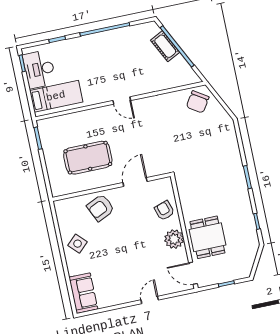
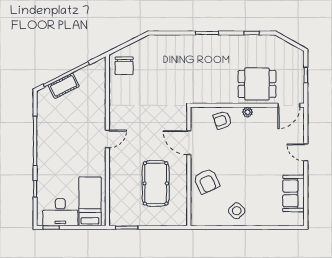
chair: (198, 102) -> (124, 66), turned 57
plant: (174, 239) -> (247, 112), width x0.53, depth x0.53
sofa: (83, 293) -> (294, 193), moved, turned -90

